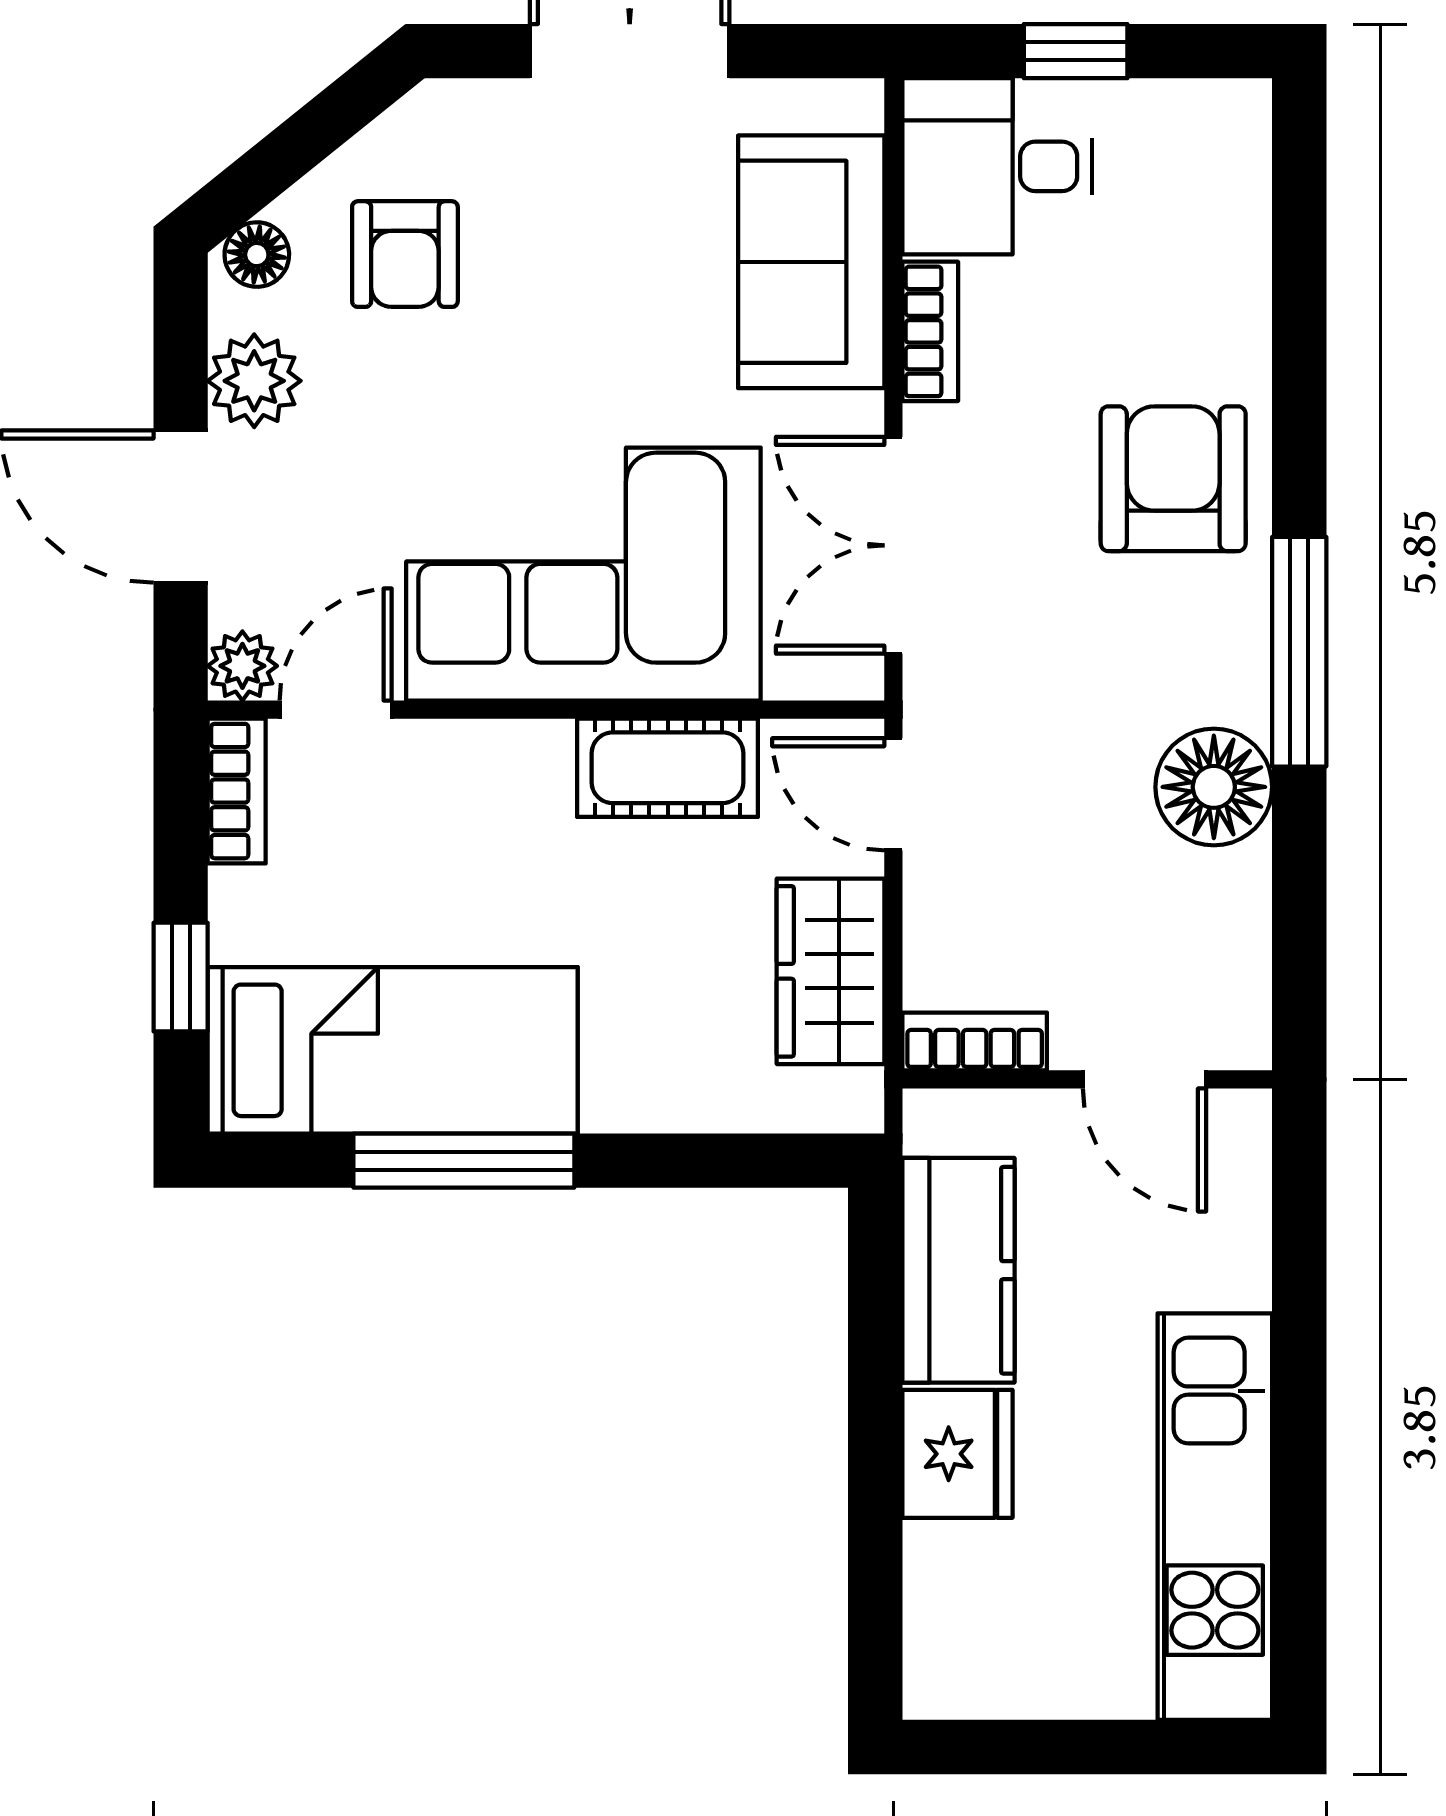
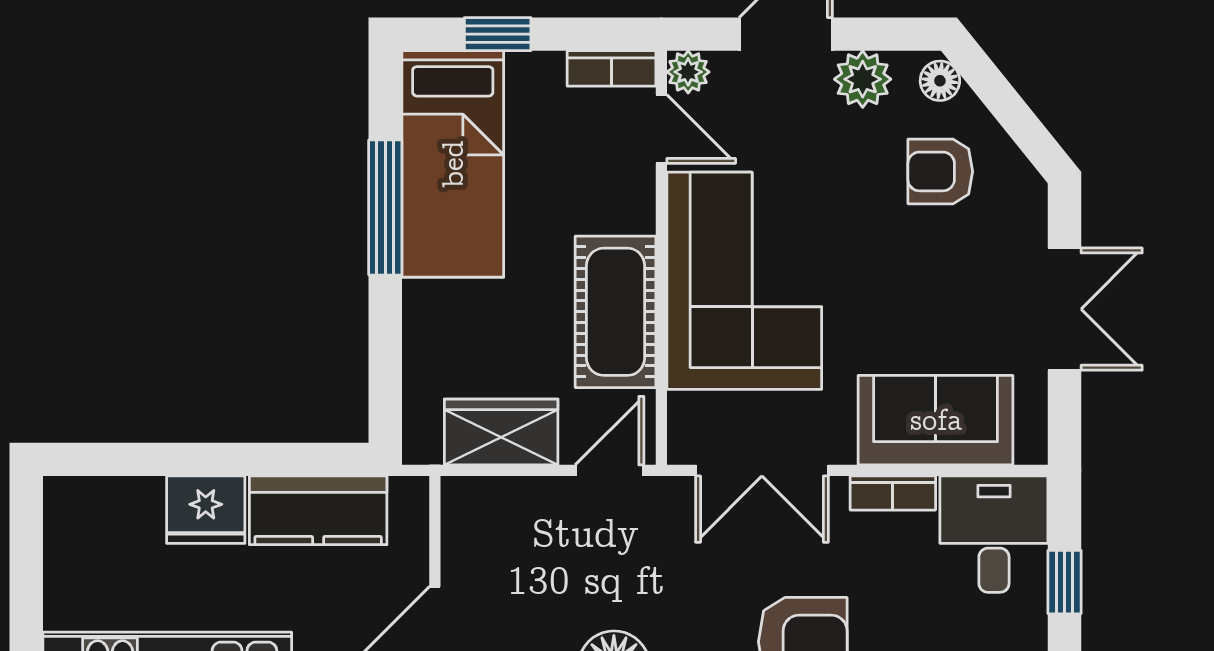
double door: (893, 545) -> (762, 470), swing flipped
cot: (668, 768) -> (616, 312), width x1.37, depth x1.34
bookcase: (975, 1041) -> (458, 520), removed

